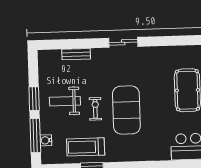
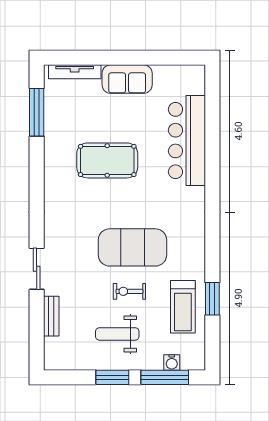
sliding door: (123, 42) -> (37, 269), moved
weight bench: (65, 101) -> (117, 334), turned 90

